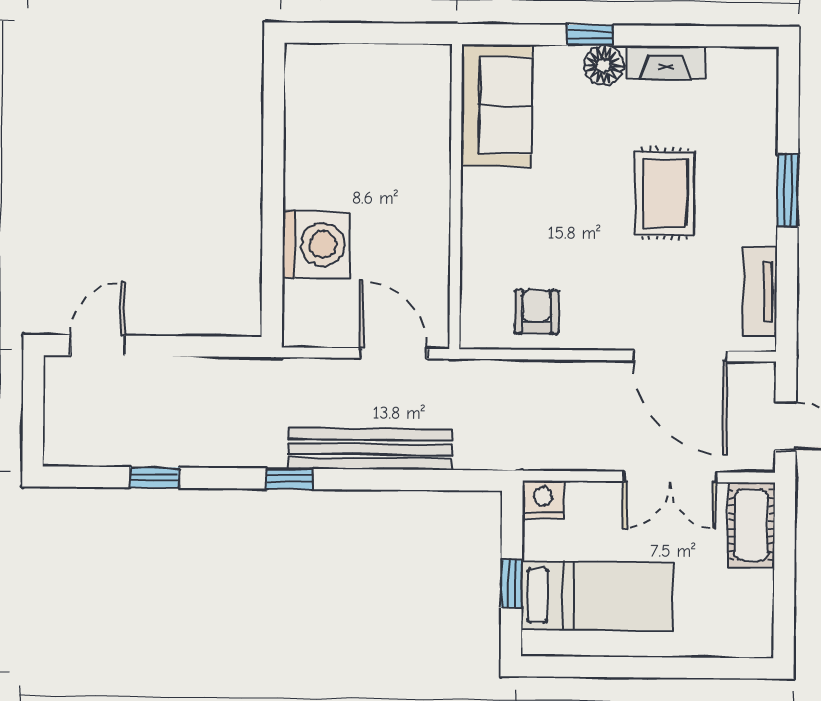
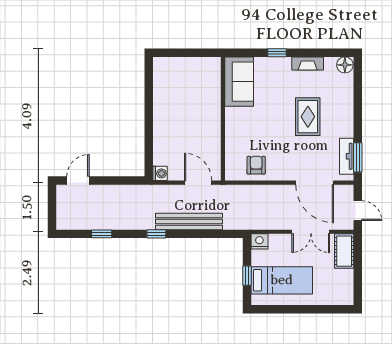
floor lamp: (604, 65) -> (345, 65), moved
window: (788, 190) -> (358, 157), moved
washing machine: (316, 244) -> (160, 173), moved, width x0.53, depth x0.53

